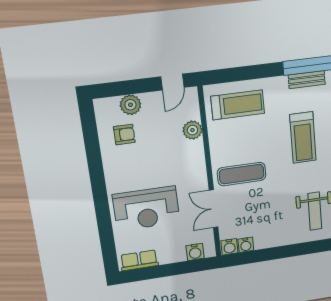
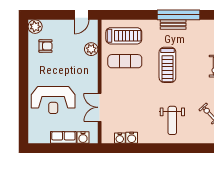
plant: (130, 105) -> (35, 27), moved
exercise mat: (242, 174) -> (125, 61), moved
water cooler: (229, 247) -> (132, 138), moved
row of seats: (139, 260) -> (63, 137), moved

